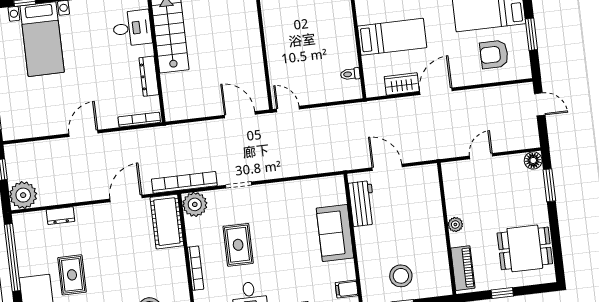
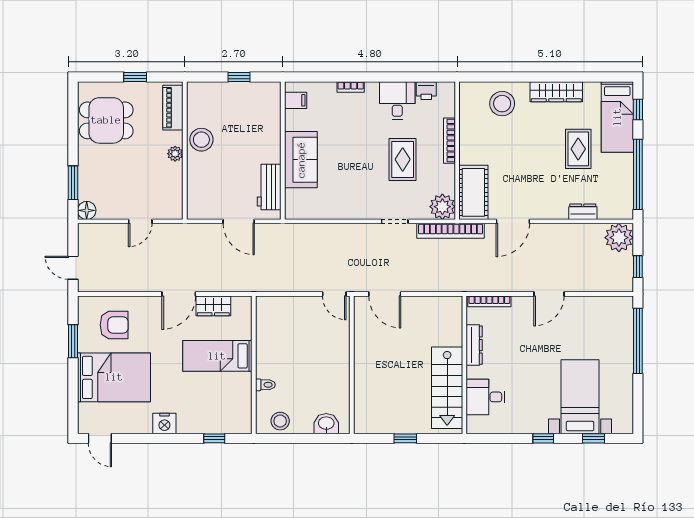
toilet: (350, 74) -> (265, 385), moved
stool: (401, 276) -> (201, 140), moved

